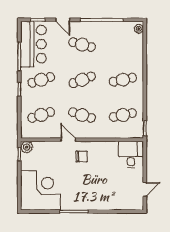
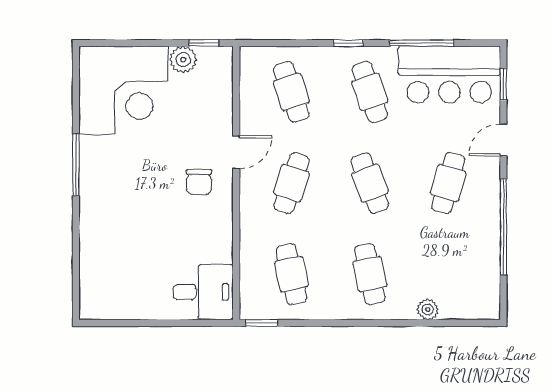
plant: (139, 29) -> (428, 309), moved
plant: (27, 147) -> (183, 60), moved
door: (145, 189) -> (126, 323), removed

